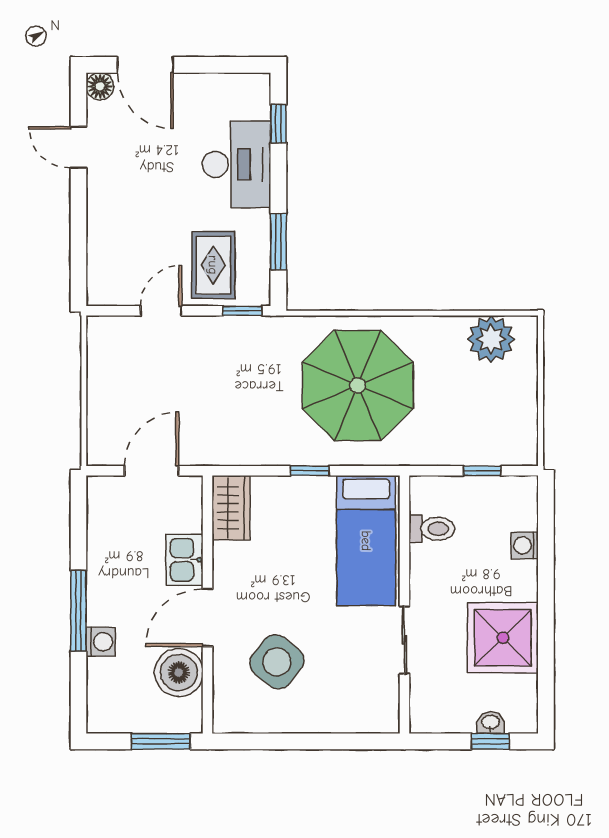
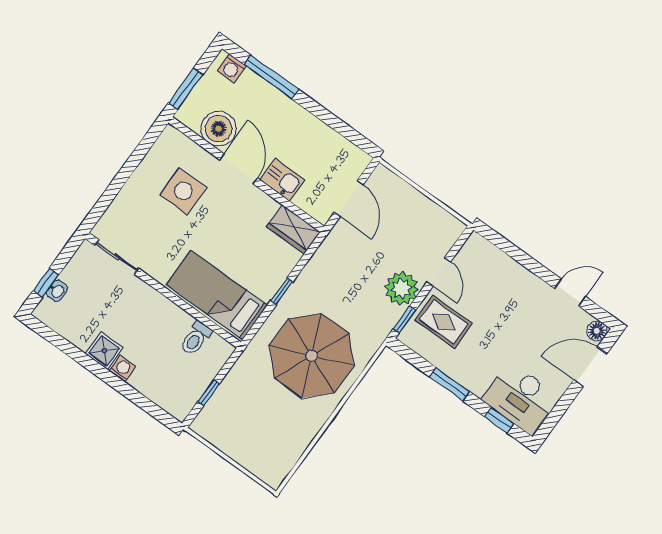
desk: (236, 164) -> (521, 398), moved
window: (278, 242) -> (450, 384), moved
plant: (491, 339) -> (402, 288), moved
washing machine: (525, 545) -> (122, 369), moved
window: (78, 611) -> (272, 77), moved
shower: (503, 638) -> (104, 351), width x0.54, depth x0.54
sliding door: (404, 640) -> (117, 257), moved
washing machine: (101, 642) -> (232, 68), moved
side table: (277, 662) -> (183, 191), turned -38

